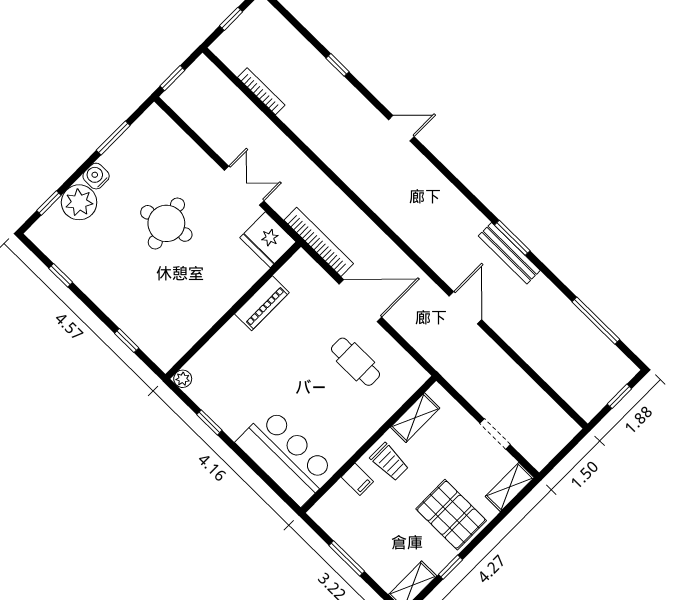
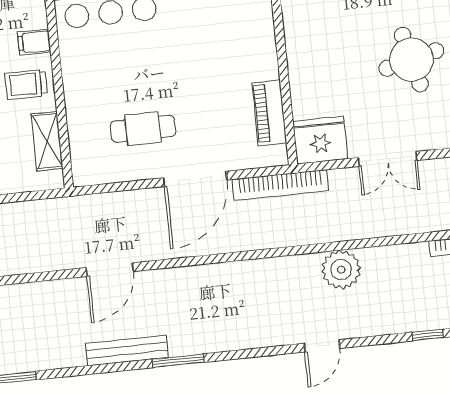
plant: (341, 157) -> (341, 270), added
window: (512, 238) -> (178, 361), moved
piano: (262, 303) -> (269, 113), moved
door: (465, 308) -> (110, 270), hinge flipped

